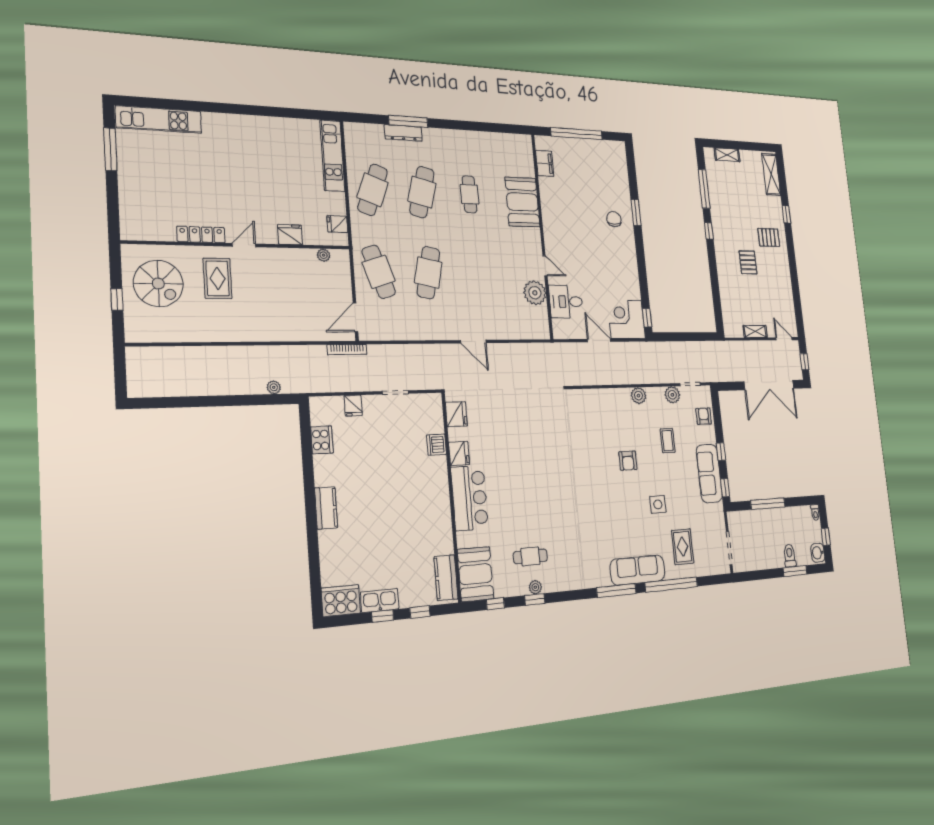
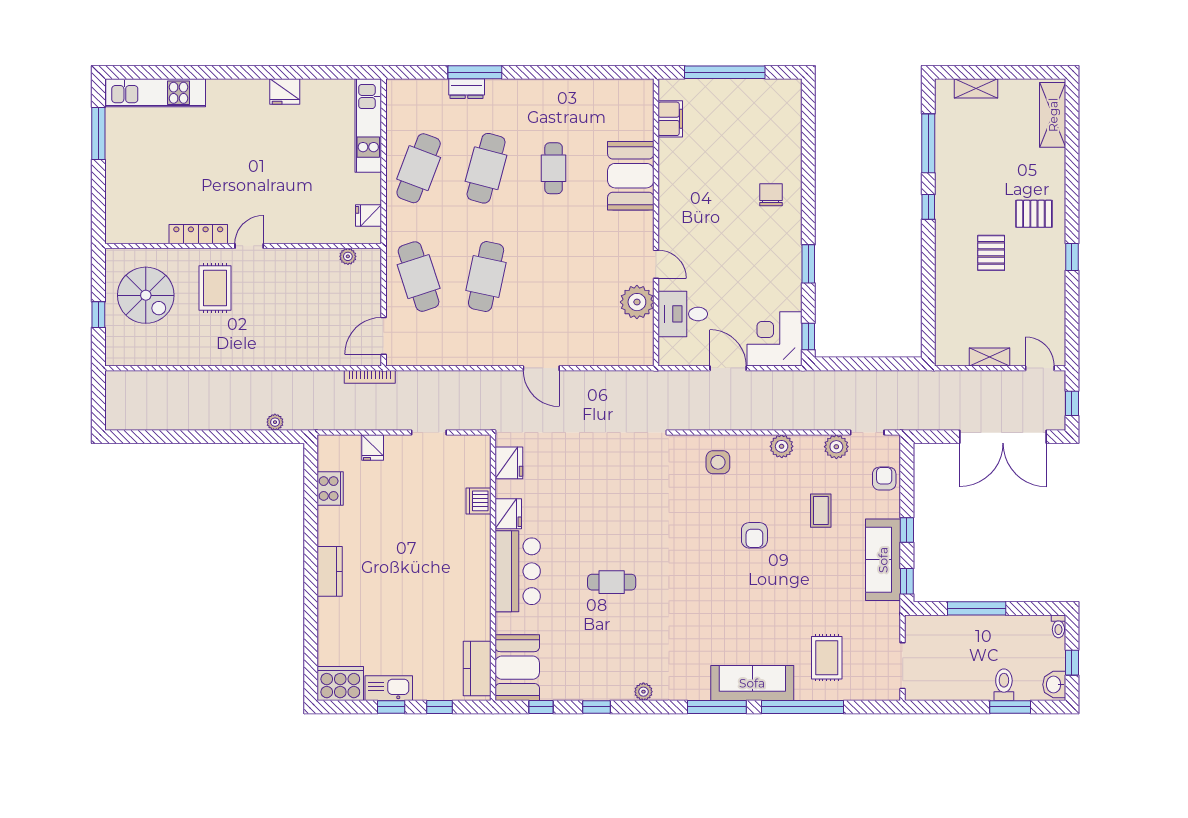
dresser: (403, 133) -> (467, 89), width x0.70
window: (636, 213) -> (808, 264), moved
window: (786, 214) -> (1072, 257), moved
fridge: (290, 235) -> (285, 91), moved, turned 180
side table: (658, 504) -> (718, 462), moved
cafe table: (530, 556) -> (612, 582), moved
plant: (535, 587) -> (643, 692), moved

